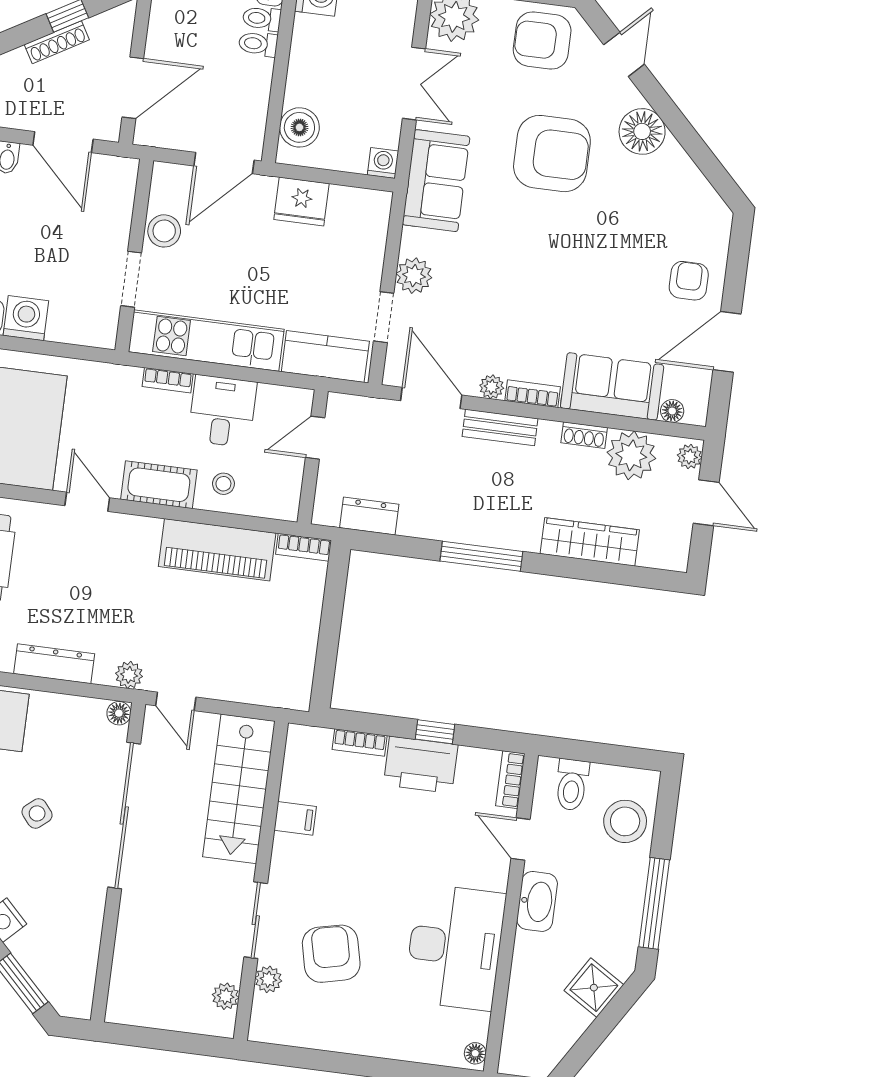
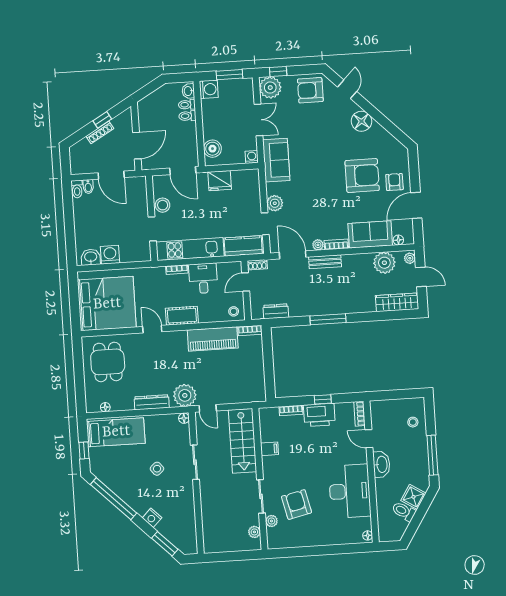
armchair: (552, 154) -> (362, 176), moved
door: (224, 163) -> (183, 171), hinge flipped
shoe rack: (584, 435) -> (257, 265), moved
stool: (223, 484) -> (234, 311), moved
wardrobe: (590, 542) -> (397, 302), moved
plant: (129, 675) -> (185, 395), width x1.87, depth x1.87
toilet: (572, 785) -> (404, 511), moved, turned 122
sliding door: (124, 816) -> (195, 462), width x0.54
stool: (625, 821) -> (413, 422), width x0.53, depth x0.53

